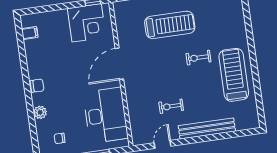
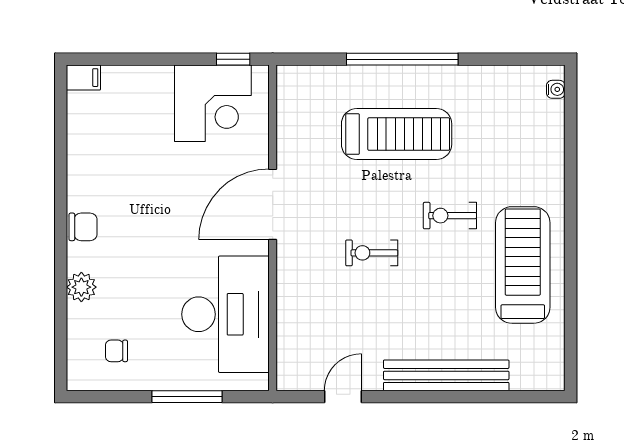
filing cabinet: (30, 33) -> (83, 78), moved
exercise bike: (171, 106) -> (372, 253), moved

